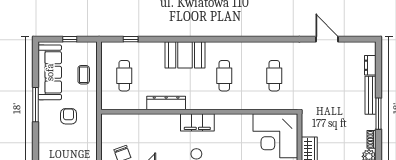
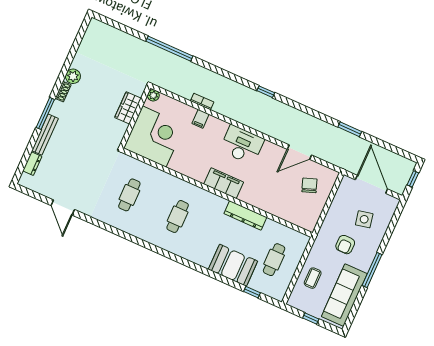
booth: (185, 55) -> (233, 265), moved
side table: (62, 145) -> (364, 219), added

